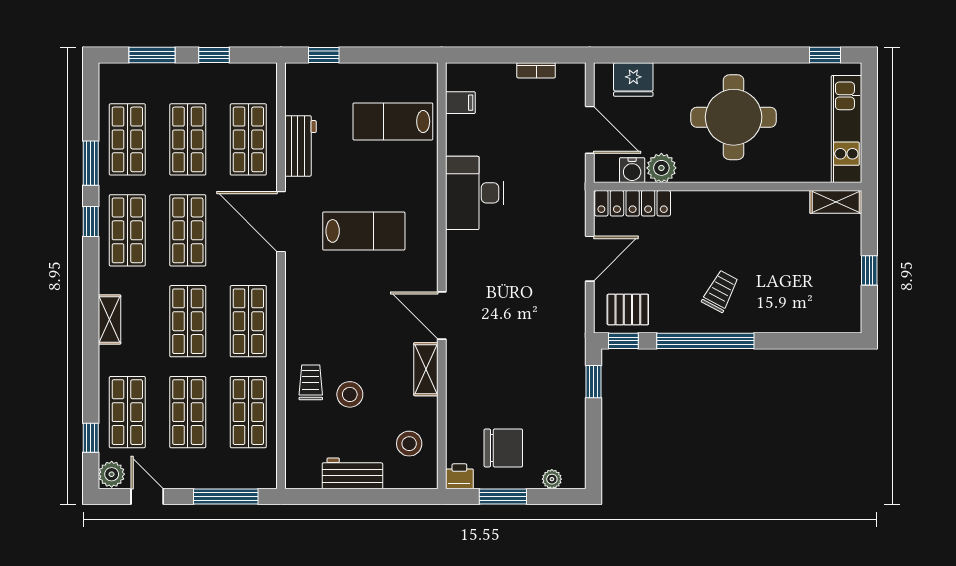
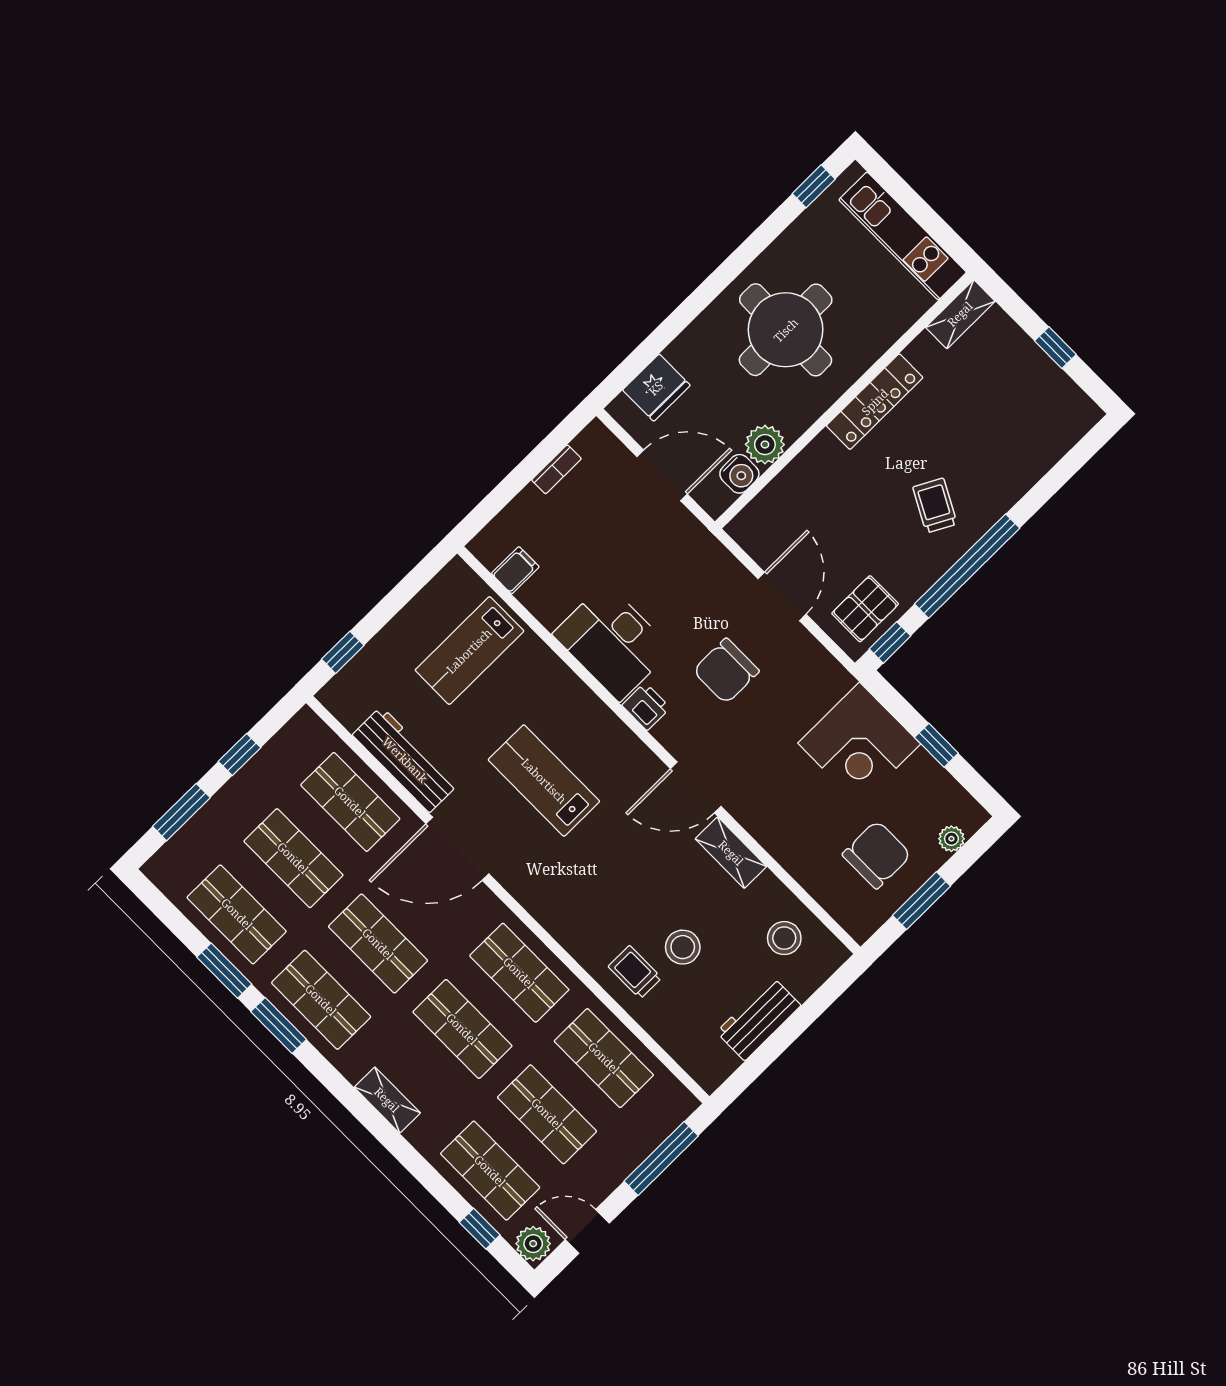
workbench: (300, 146) -> (405, 760), width x1.38
locker: (633, 203) -> (875, 402), moved
window: (91, 222) -> (279, 1025), width x1.50
lab bench: (364, 231) -> (544, 781), turned -90
chair: (520, 269) -> (726, 671), added
corner desk: (553, 379) -> (859, 744), added
window: (594, 382) -> (936, 745), moved
printer: (459, 476) -> (646, 706), moved, turned 90

